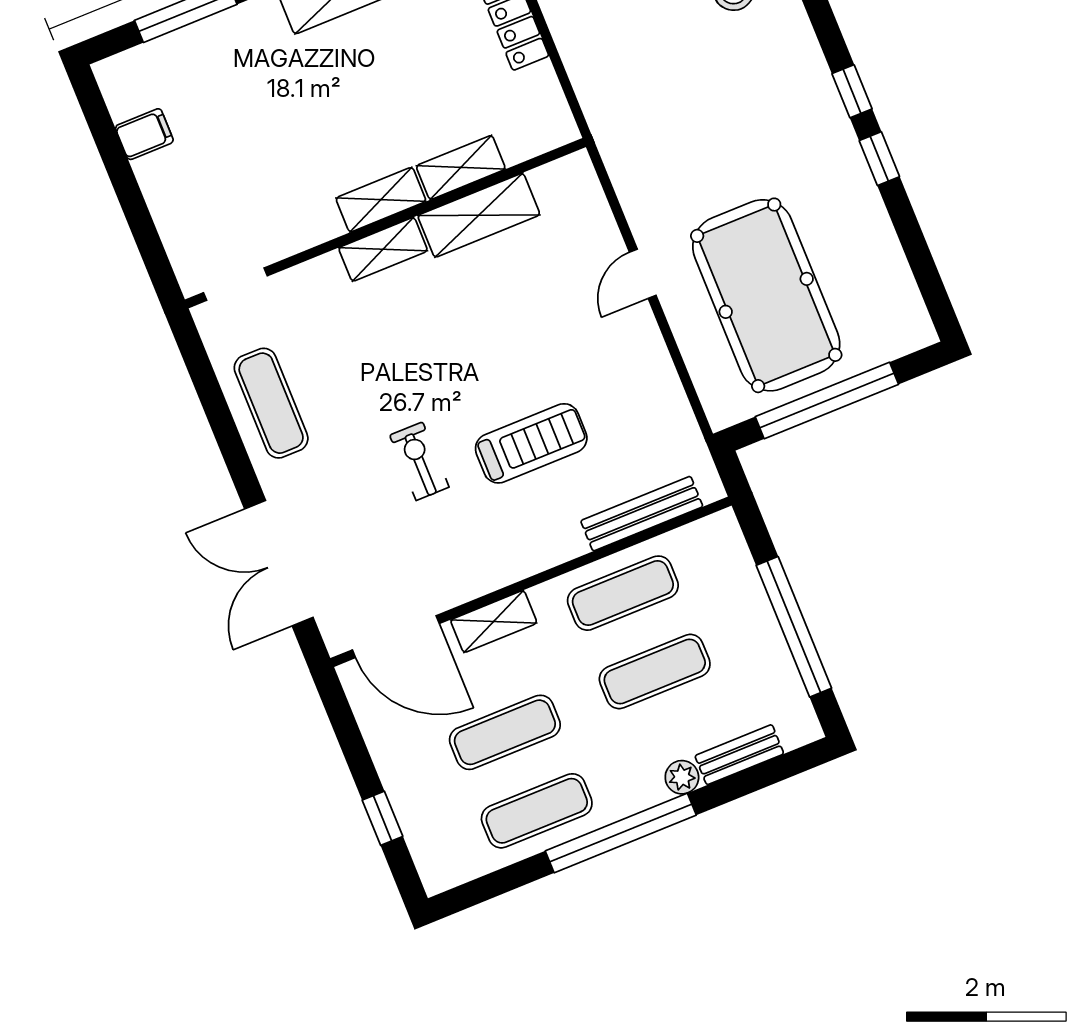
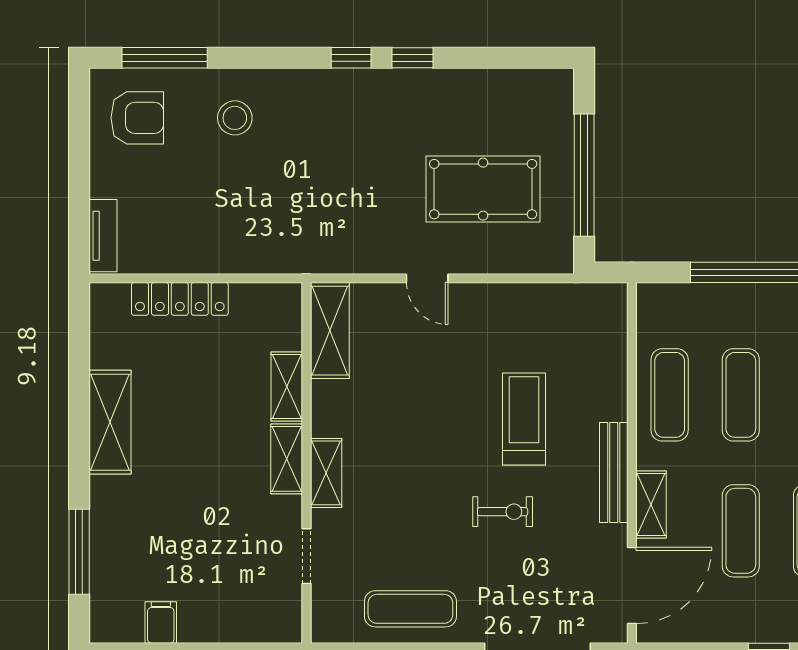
shelving: (479, 215) -> (330, 331), moved
doorway: (235, 284) -> (306, 556), moved
pool table: (766, 295) -> (483, 189), width x0.73, depth x0.76
exercise bike: (419, 461) -> (503, 512), turned 180
bench: (642, 514) -> (614, 473), moved

